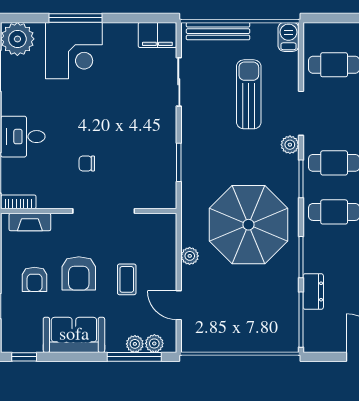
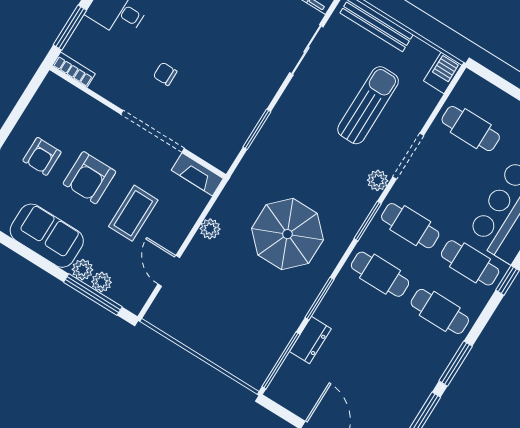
fireplace: (30, 222) -> (197, 174), moved
parasol: (248, 225) -> (287, 234), width x0.73, depth x0.73
coffee table: (127, 279) -> (133, 213), width x1.36, depth x1.30
plant: (154, 343) -> (82, 270), moved

